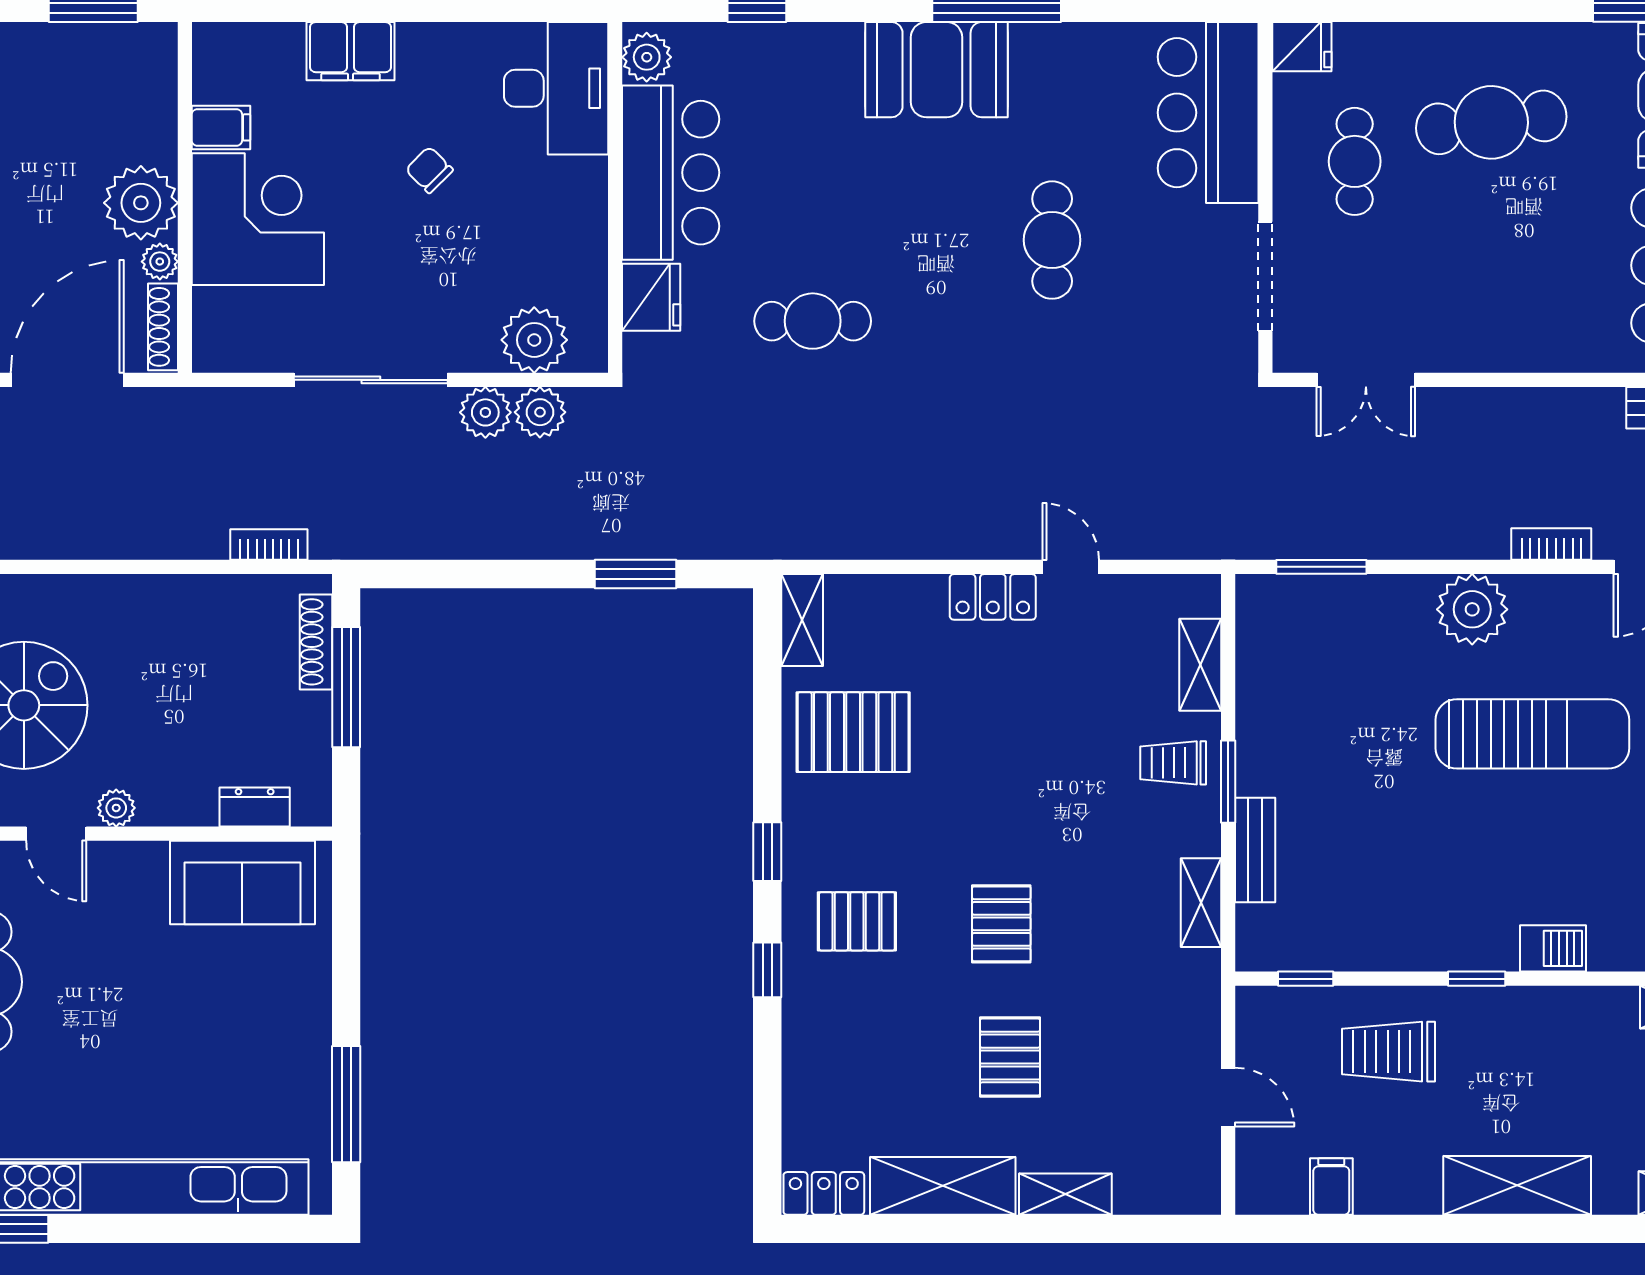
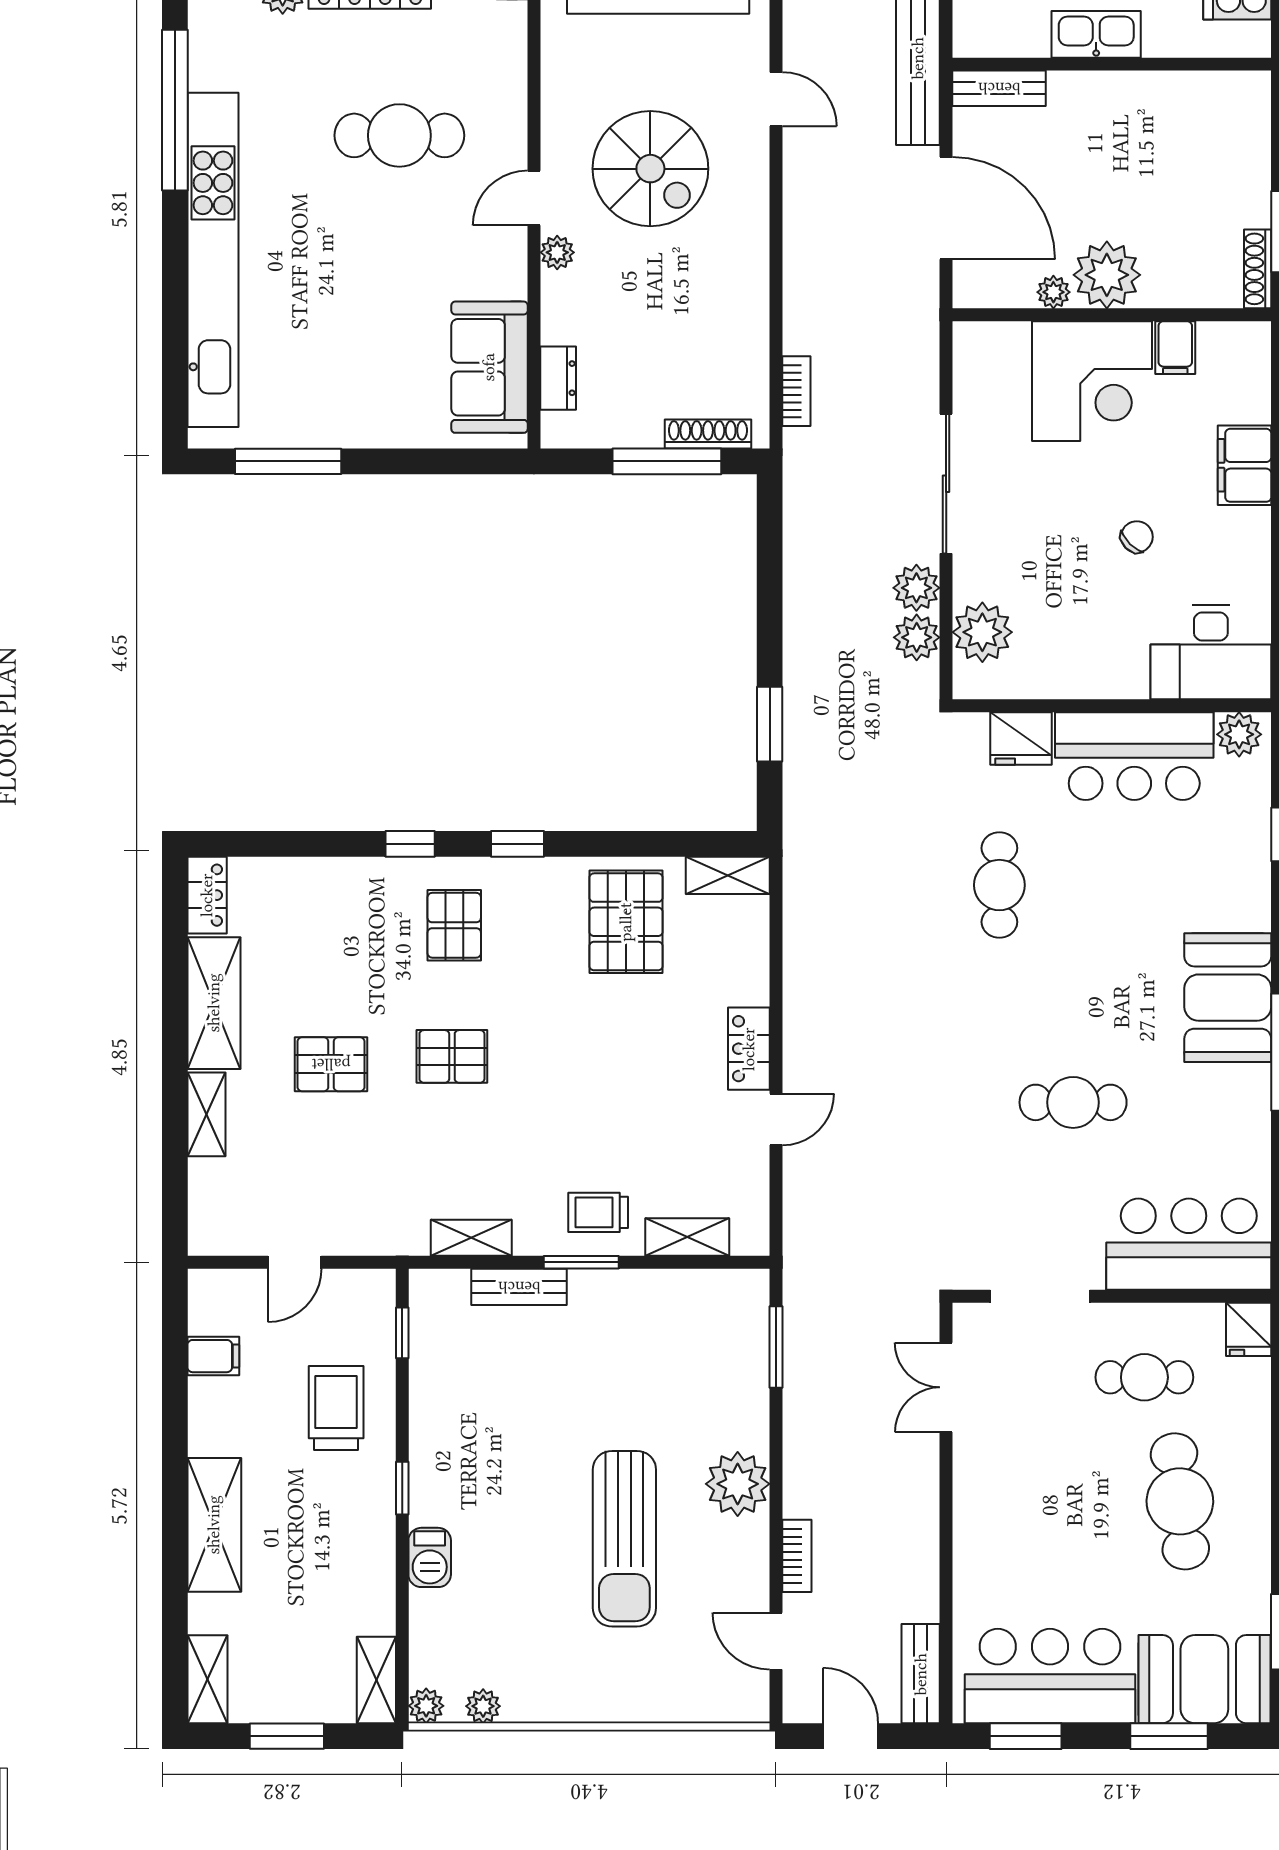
shoe rack: (163, 327) -> (1258, 269), moved, turned -90
trolley: (1173, 763) -> (598, 1212), turned -90

